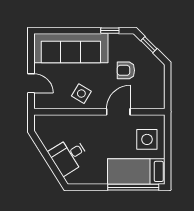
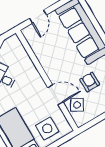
side table: (81, 94) -> (77, 105), moved

